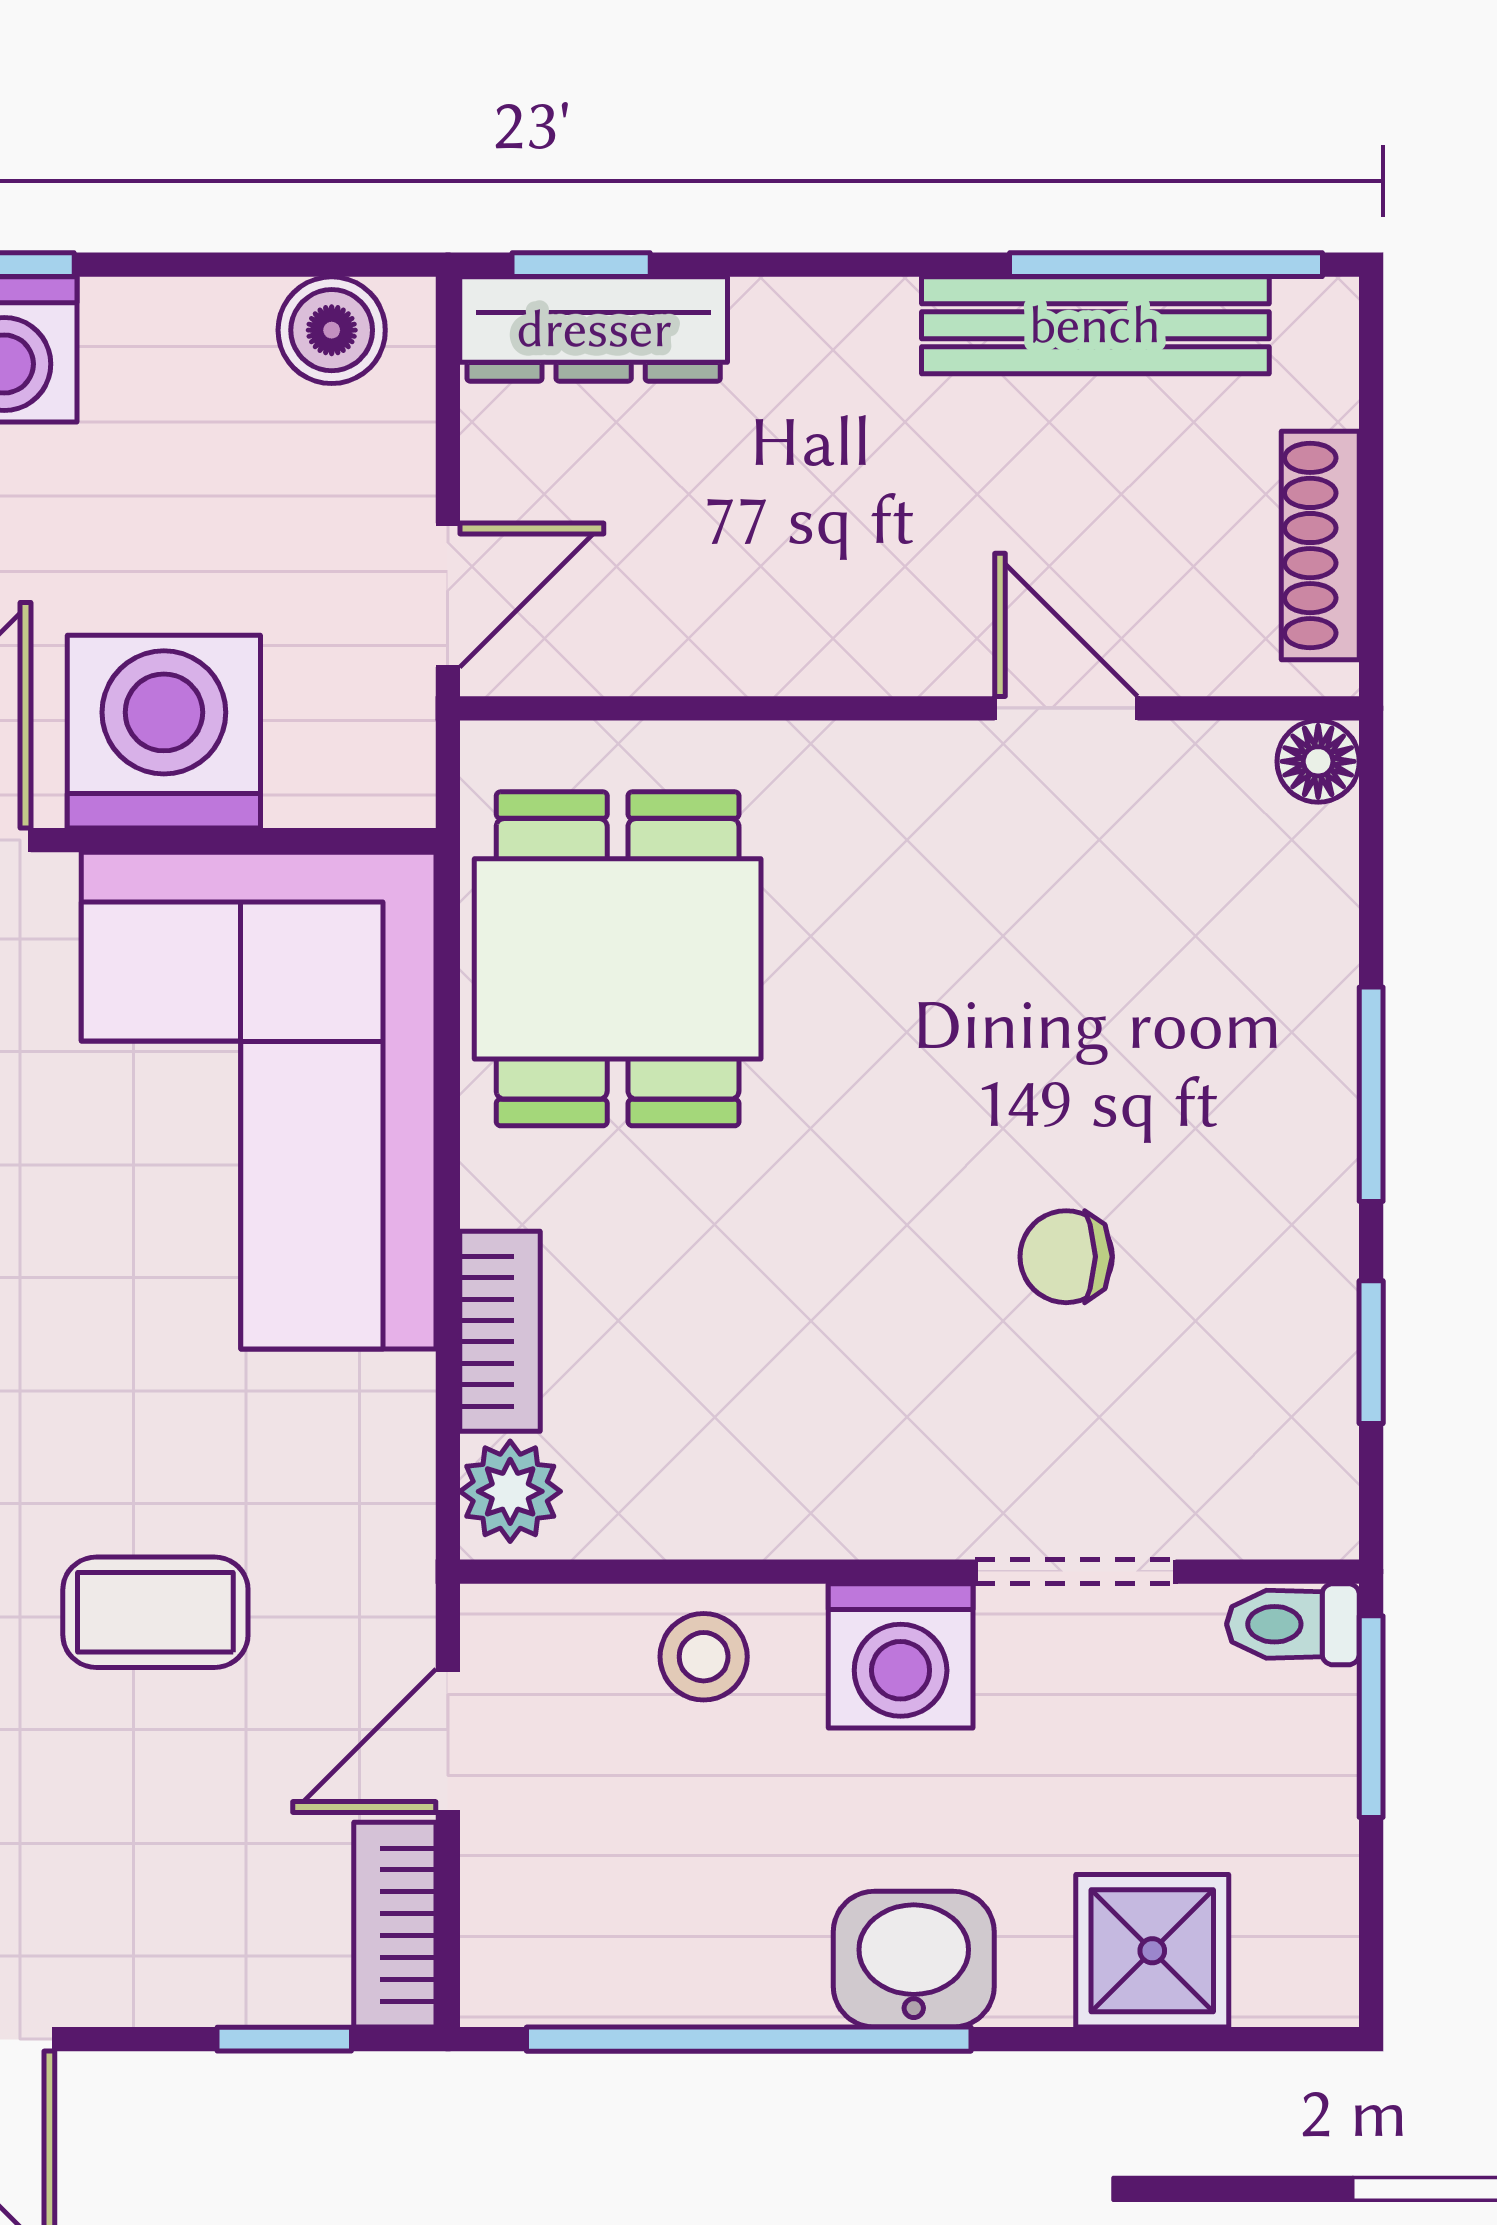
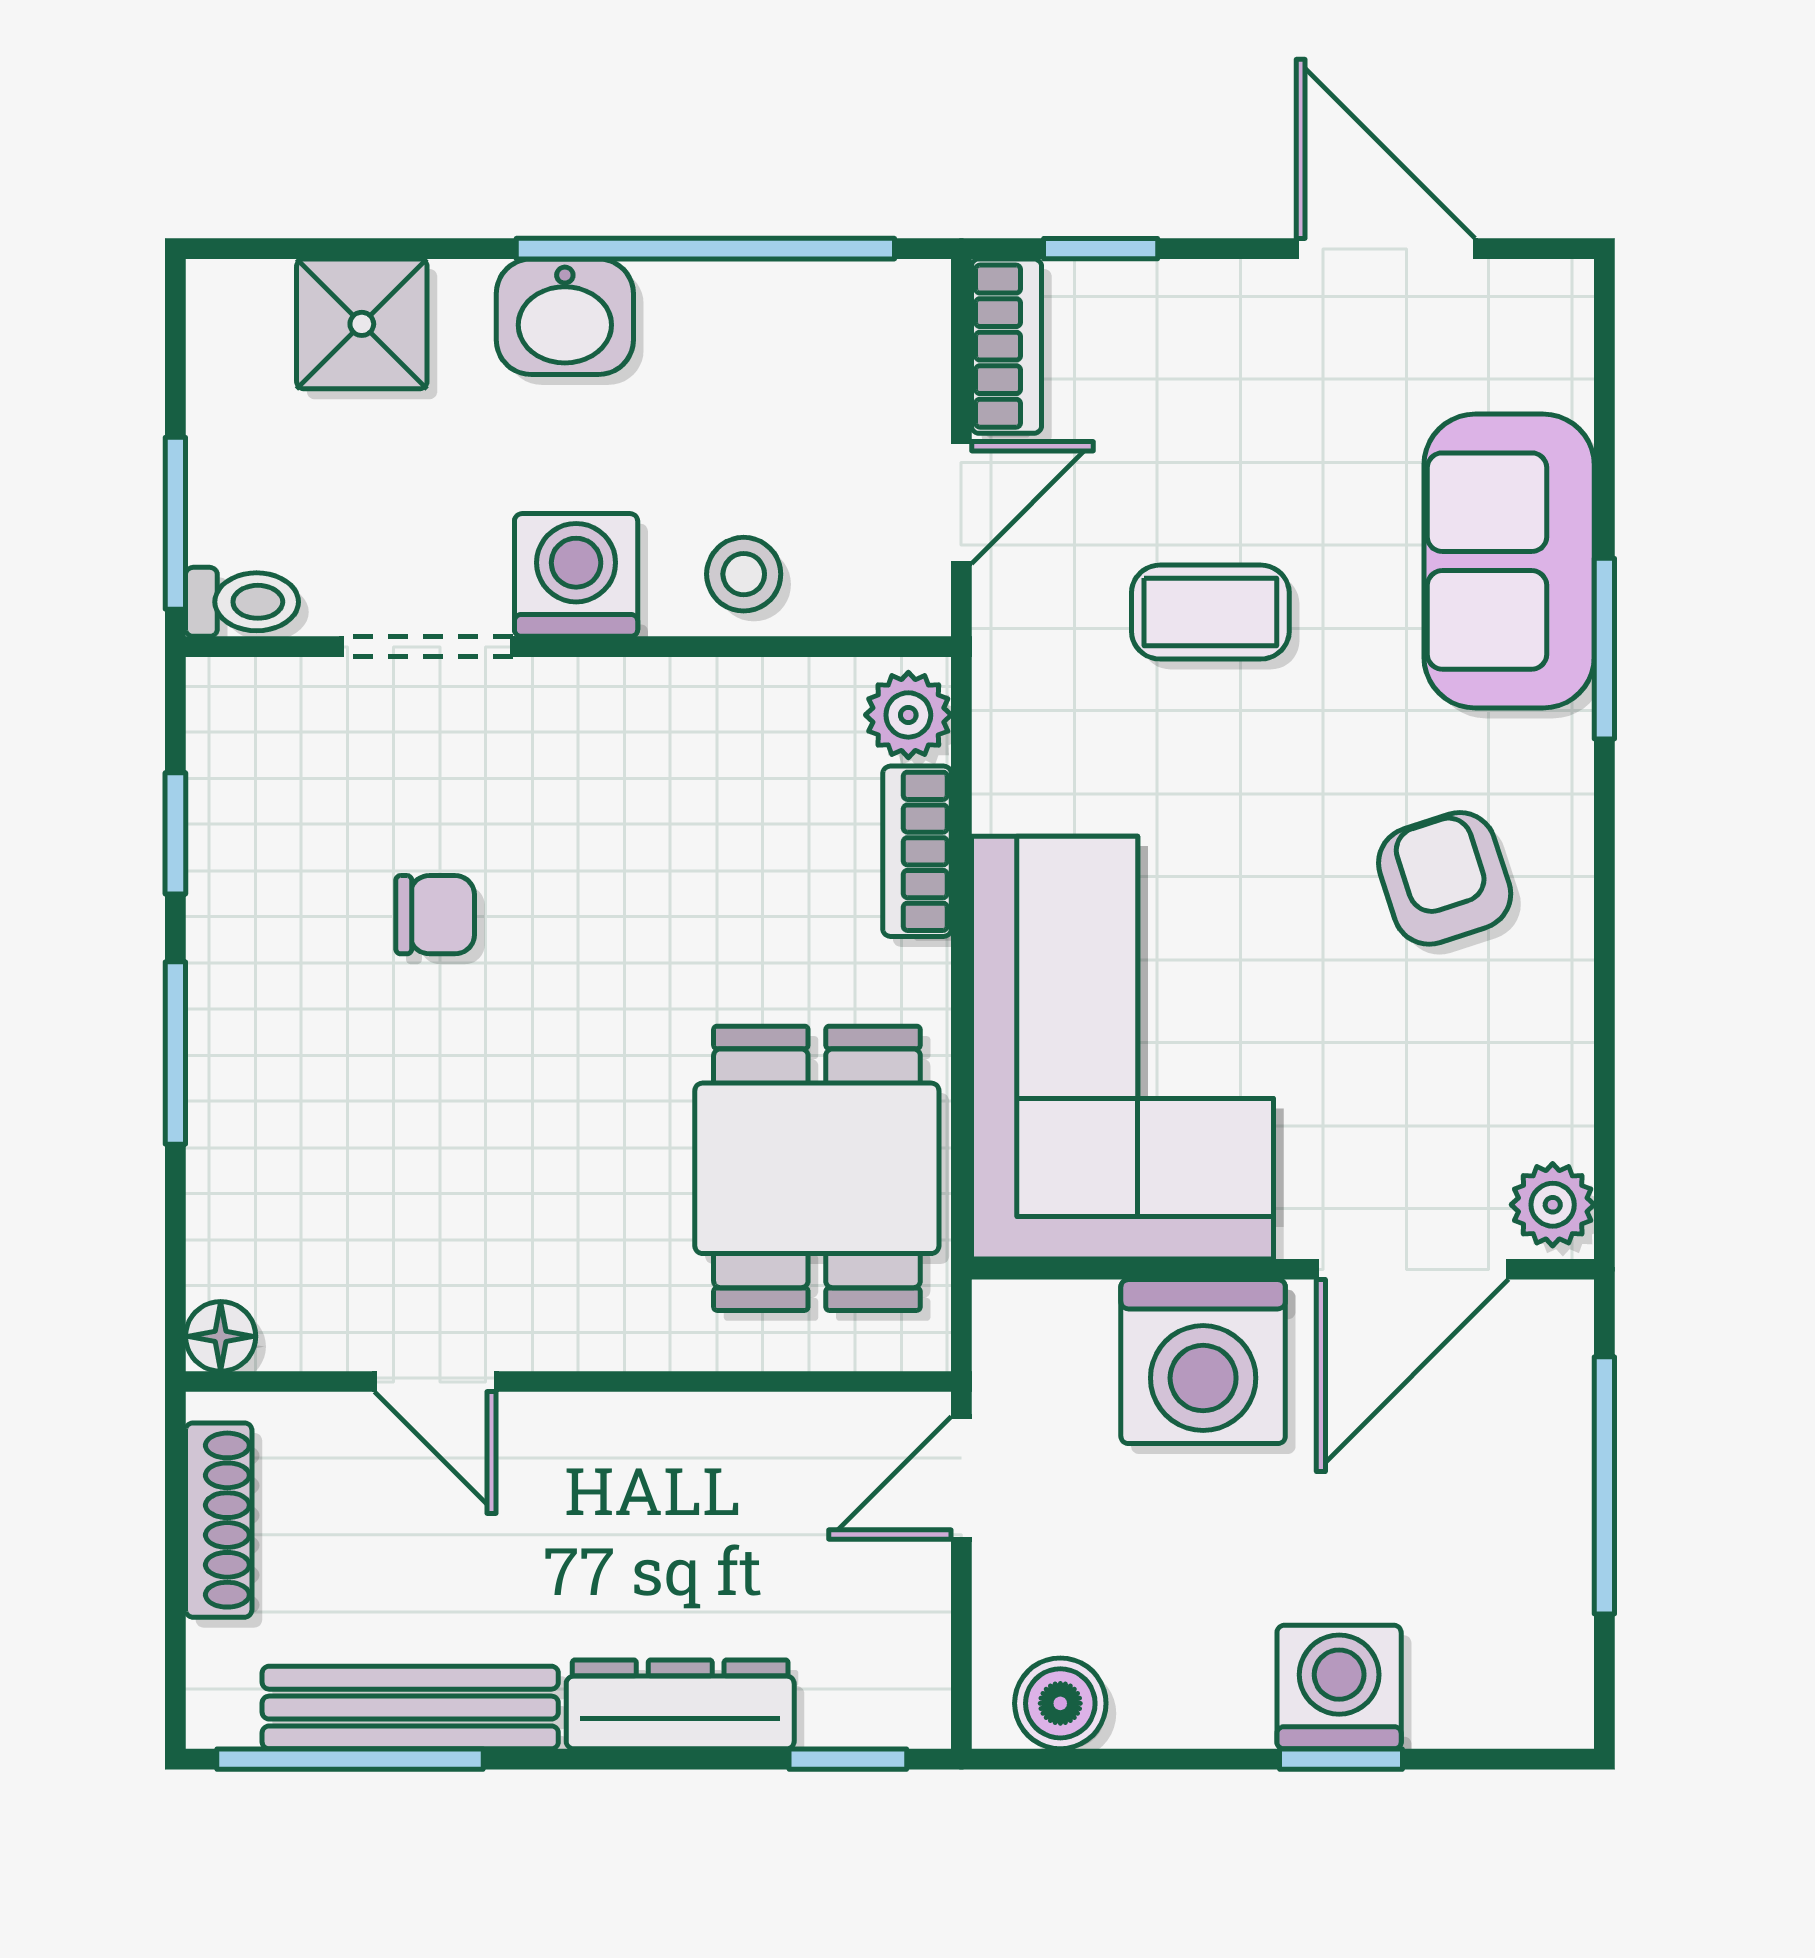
dresser: (594, 329) -> (680, 1704), moved

